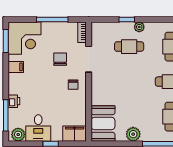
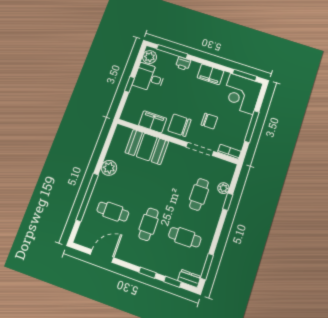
plant: (139, 27) -> (223, 188), moved
filing cabinet: (16, 67) -> (210, 74), width x2.00
chair: (73, 85) -> (180, 125), width x1.87, depth x1.87
booth: (103, 123) -> (147, 147), moved
filing cabinet: (75, 134) -> (153, 122), moved, turned -90

